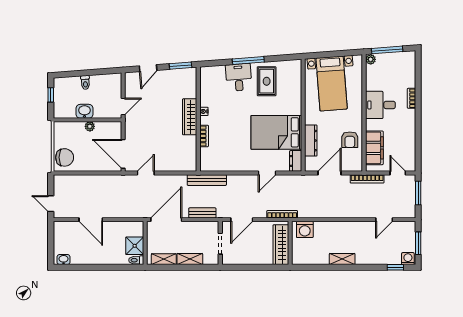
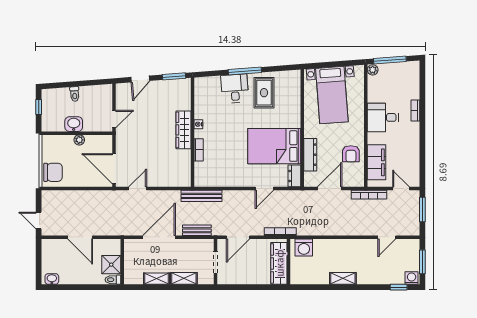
wall: (145, 243) -> (122, 262), moved
shower: (135, 246) -> (111, 265), moved
toilet: (136, 260) -> (113, 280), moved

